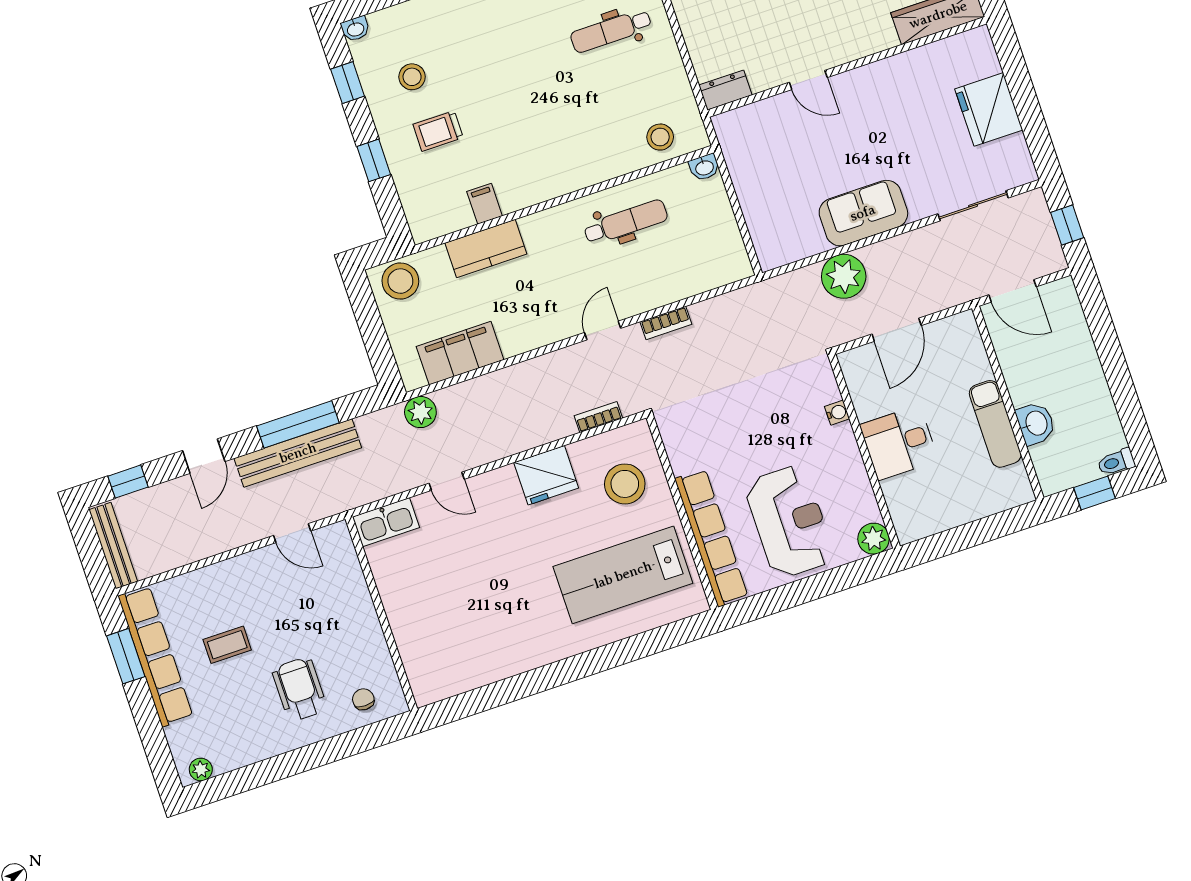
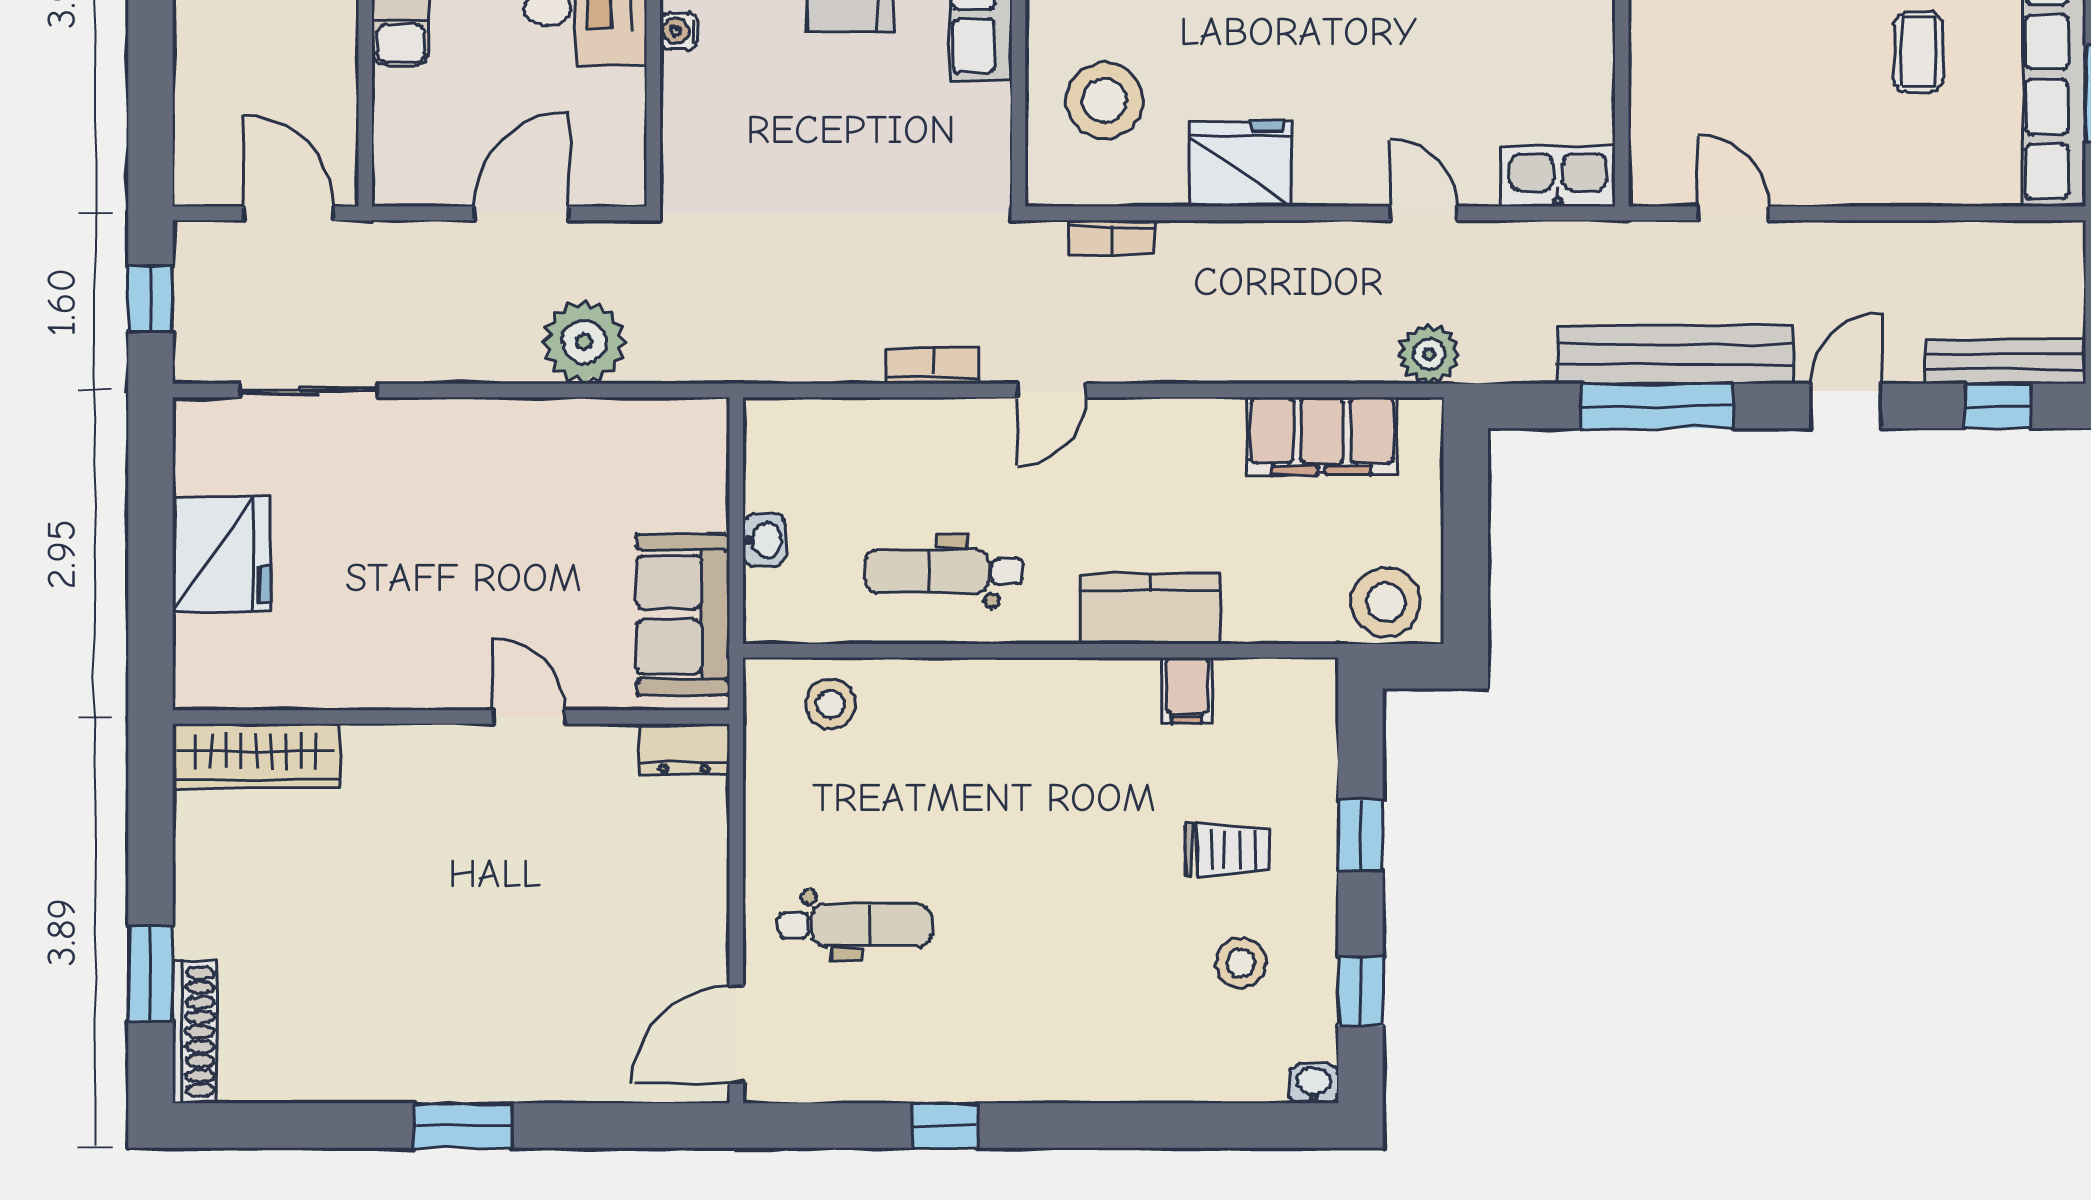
washbasin: (704, 167) -> (764, 540), moved, turned 90
sofa: (863, 213) -> (683, 615), moved, turned 90
kitchen counter: (486, 248) -> (1150, 609), moved
water cooler: (837, 413) -> (679, 31), moved
bench: (113, 546) -> (2006, 362), moved, turned 90
coffee table: (227, 645) -> (1918, 52), turned 90

